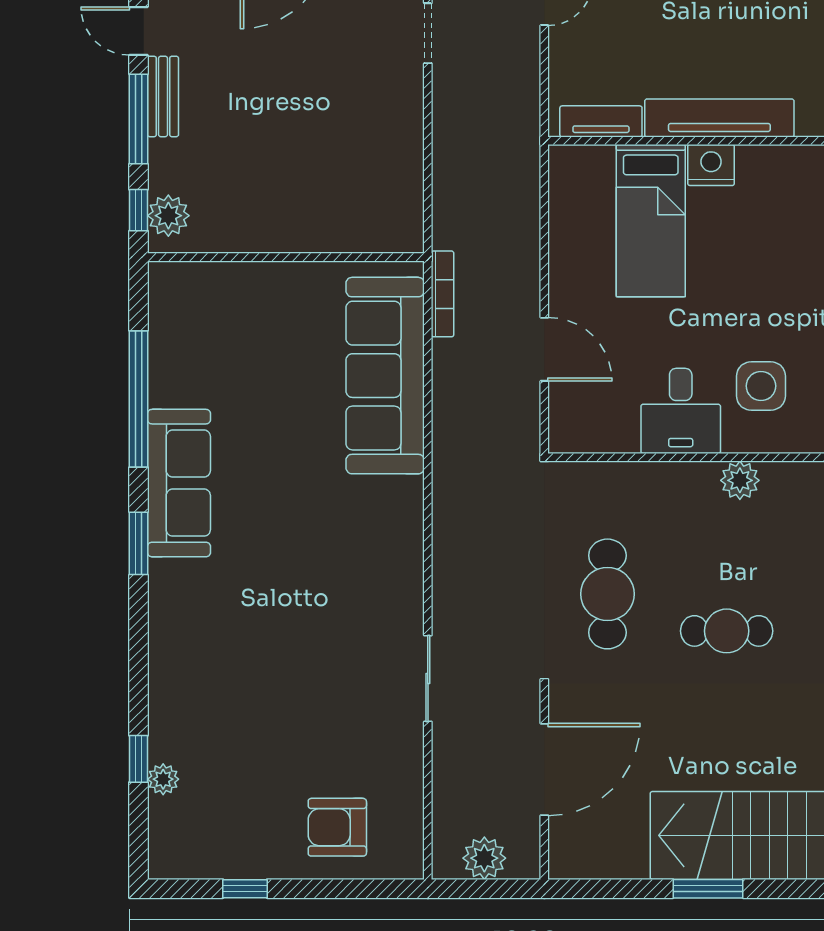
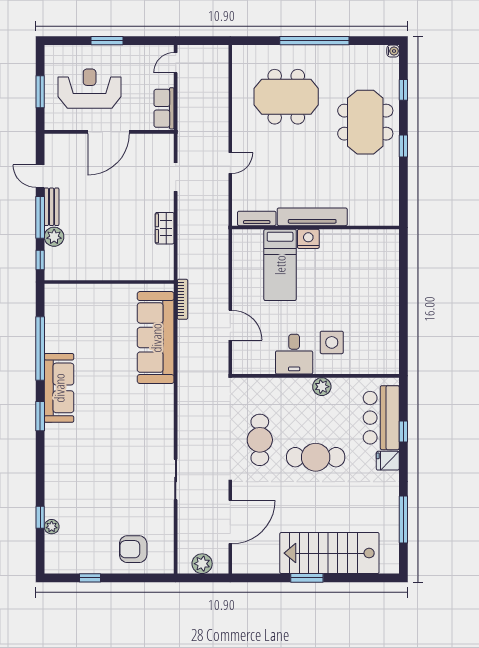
wardrobe: (405, 142) -> (165, 228), added
plant: (168, 216) -> (54, 237), moved
cafe table: (727, 631) -> (316, 457), width x1.37, depth x1.35

